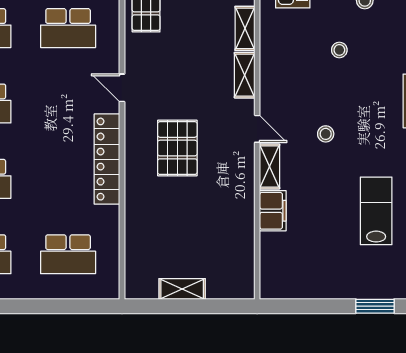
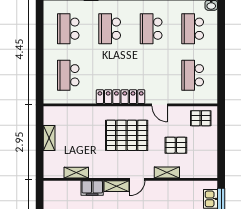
shelving: (245, 28) -> (76, 173), moved
pallet: (195, 59) -> (176, 145), added
door: (122, 88) -> (160, 105), swing flipped
pallet: (177, 148) -> (127, 135), width x1.37, depth x1.41

